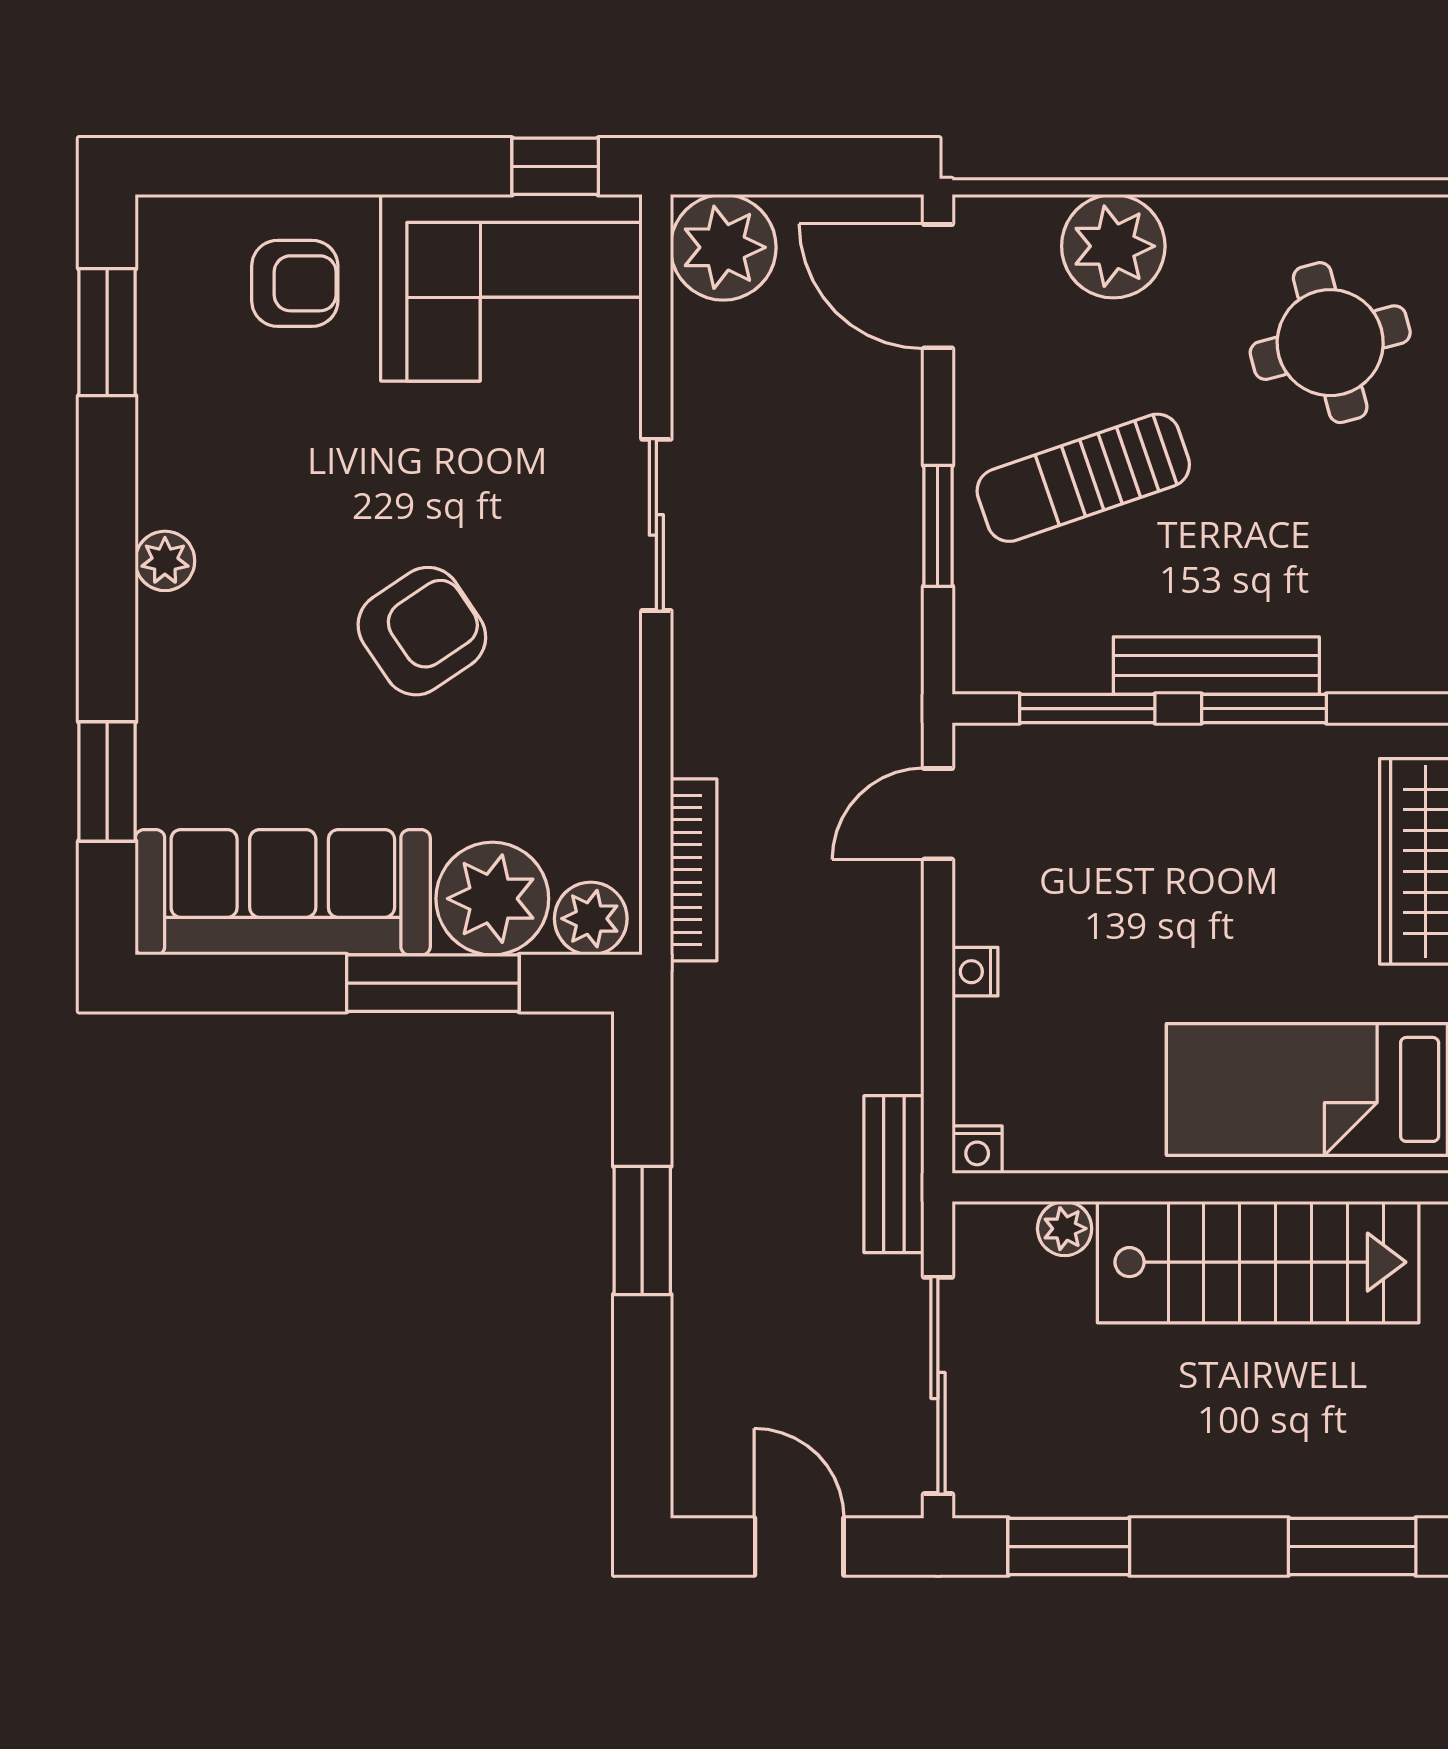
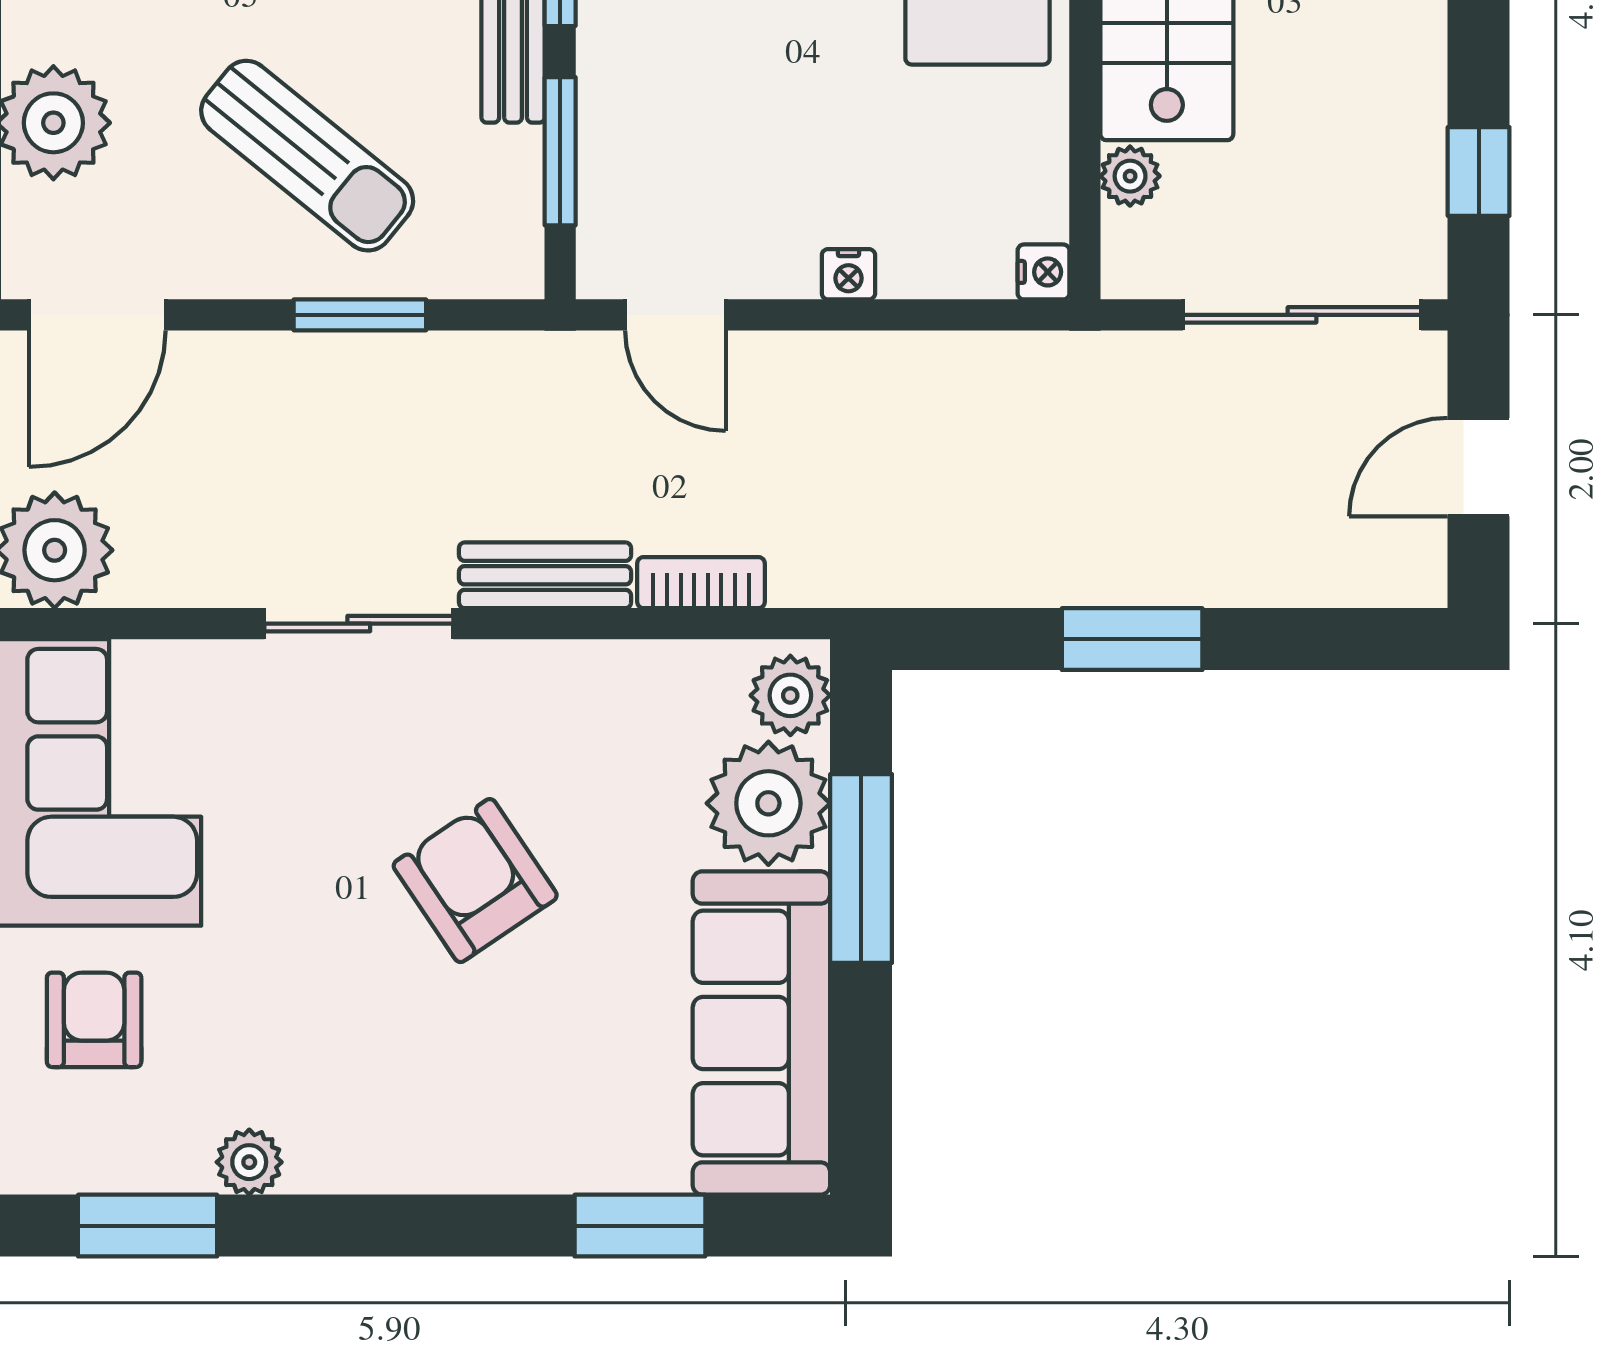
sun lounger: (1083, 478) -> (307, 156), turned -32
plant: (165, 561) -> (249, 1162), moved
bookcase: (694, 870) -> (701, 583), width x0.64
bench: (894, 1174) -> (545, 575), moved
window: (1069, 1547) -> (1479, 172), width x0.67

